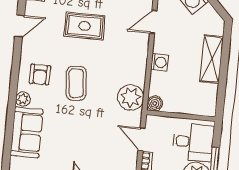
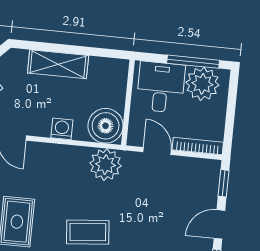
boiler: (155, 103) -> (106, 126), width x1.86, depth x1.86
door: (142, 139) -> (157, 151), swing flipped

